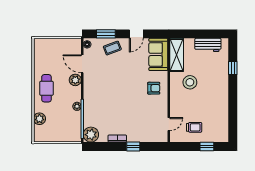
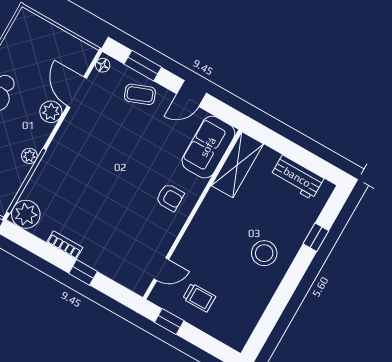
stool: (190, 82) -> (264, 253), moved
window: (207, 146) -> (169, 322), moved

